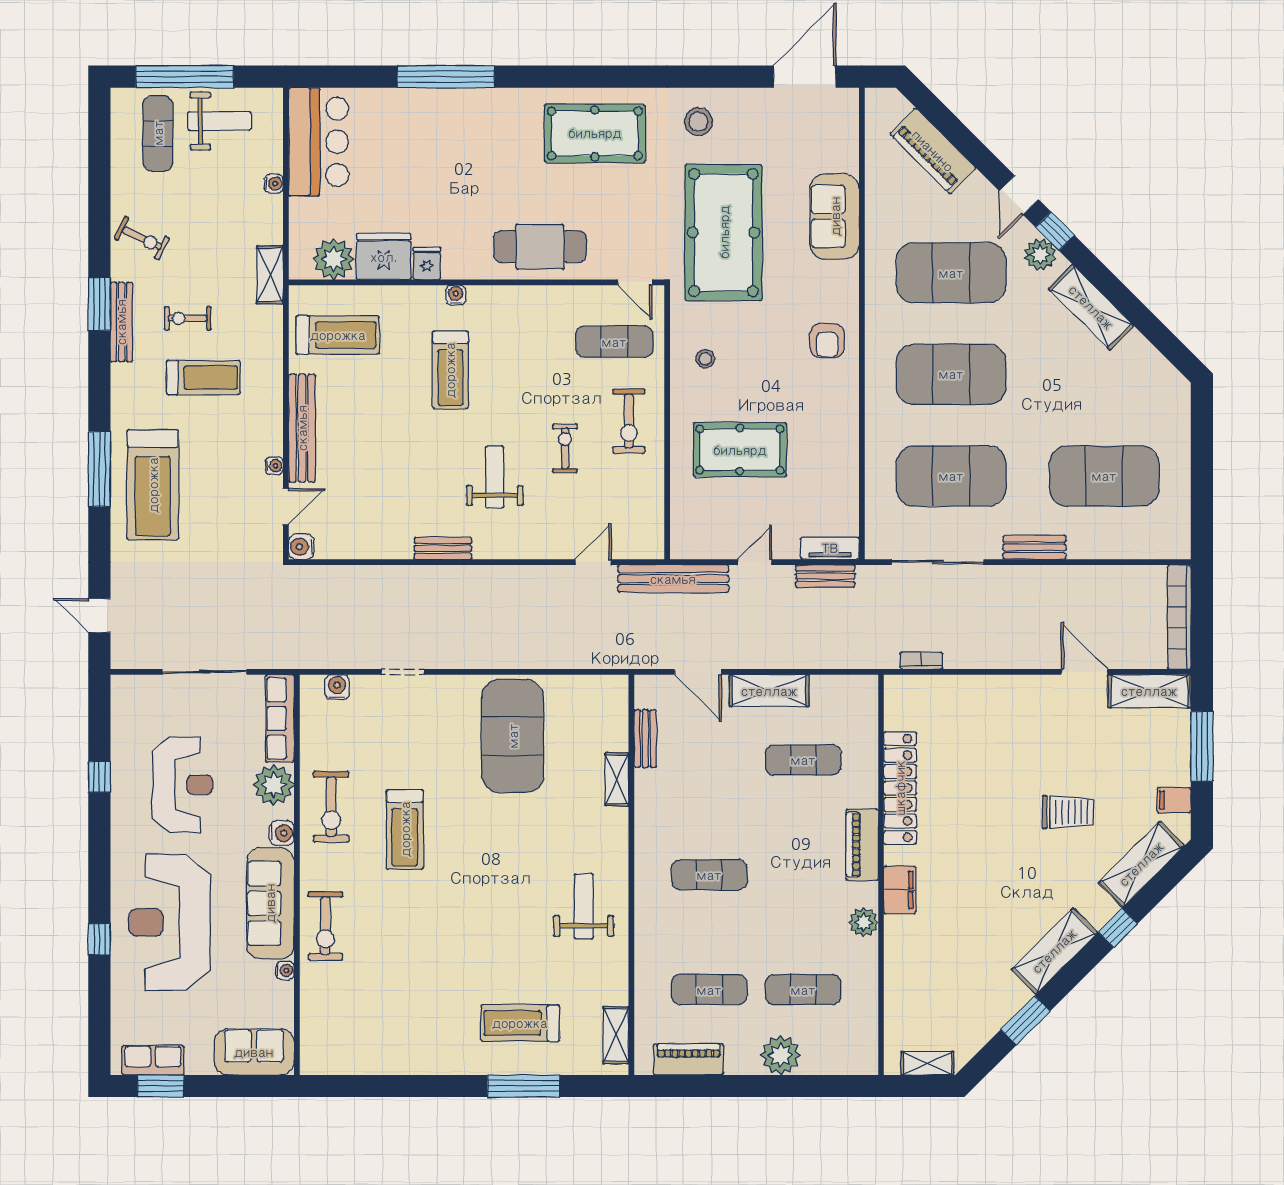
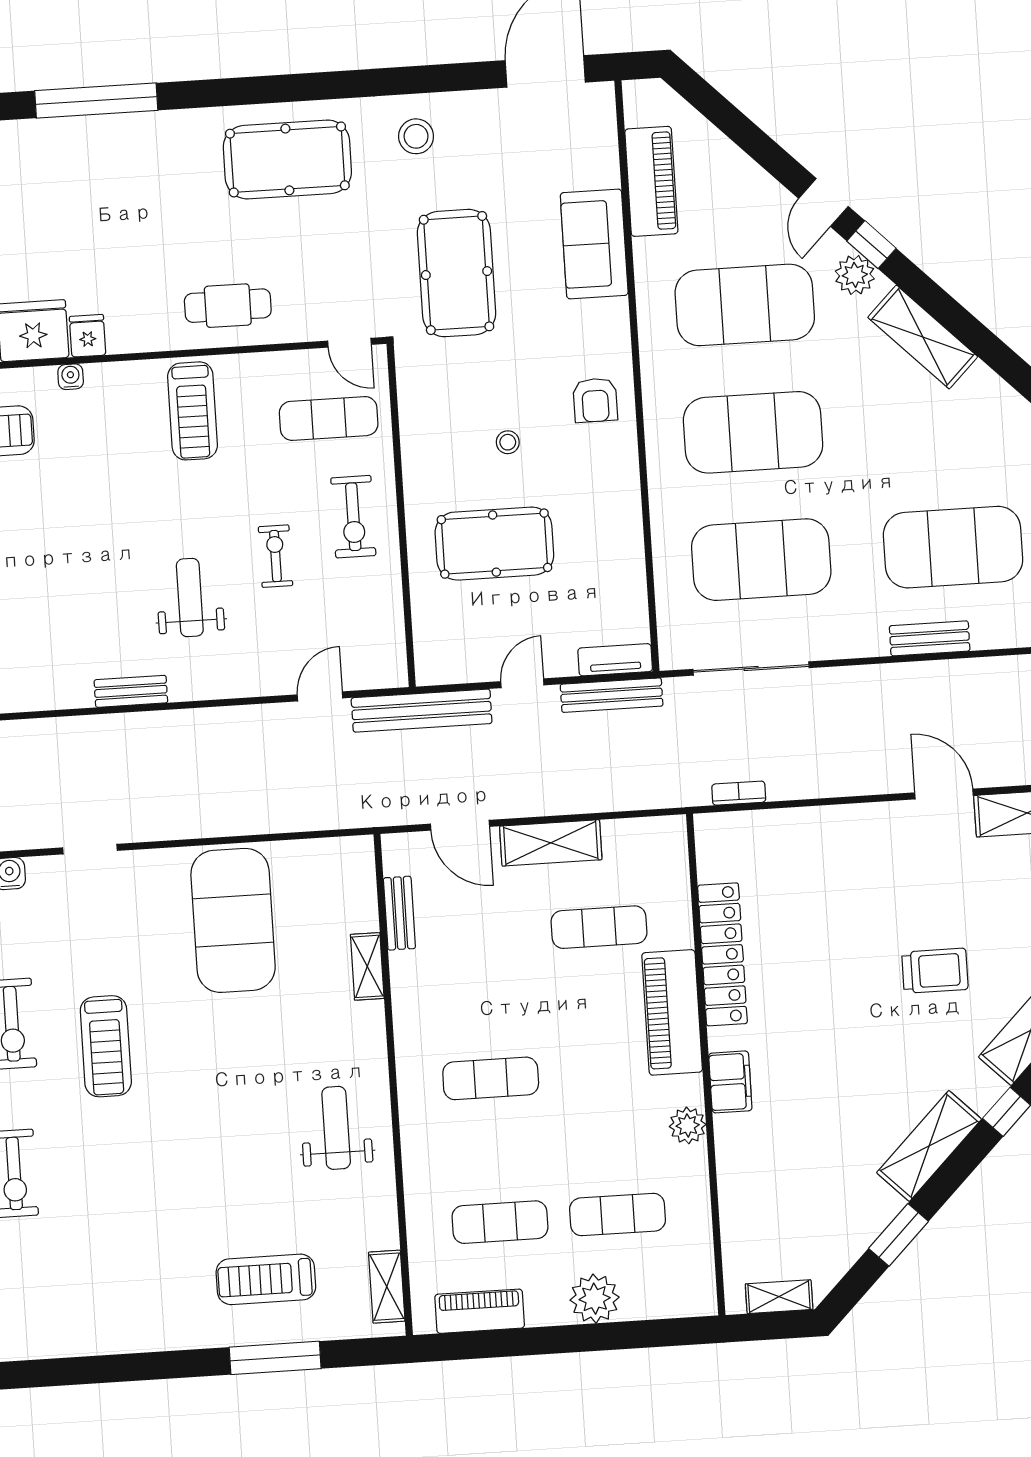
piano: (933, 151) -> (651, 181), moved, turned -135
pool table: (724, 232) -> (457, 273), width x0.73, depth x0.76
cafe table: (540, 247) -> (228, 306), width x0.73, depth x0.74
water cooler: (456, 295) -> (71, 377), moved
stool: (705, 359) -> (508, 442), moved
treadmill: (450, 370) -> (193, 411), moved
bench: (1034, 547) -> (930, 638), moved
bench: (825, 576) -> (612, 695), width x1.36
piano: (862, 845) -> (672, 1012), width x1.37, depth x1.33

